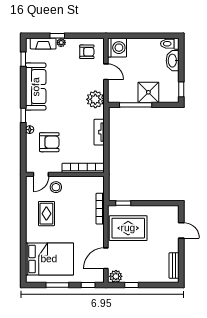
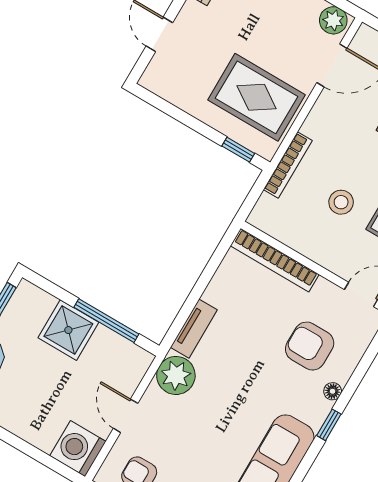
tv unit: (99, 132) -> (194, 329), moved
stool: (56, 187) -> (341, 202), moved

